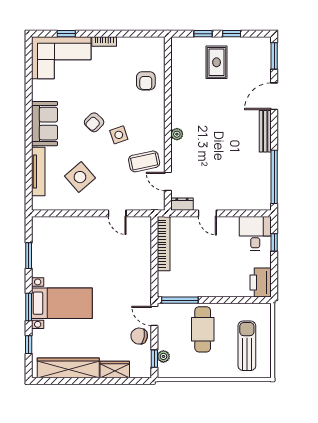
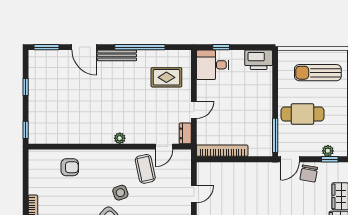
window: (203, 34) -> (26, 130), moved
rug: (217, 62) -> (166, 77), moved
window: (274, 177) -> (140, 47), moved

